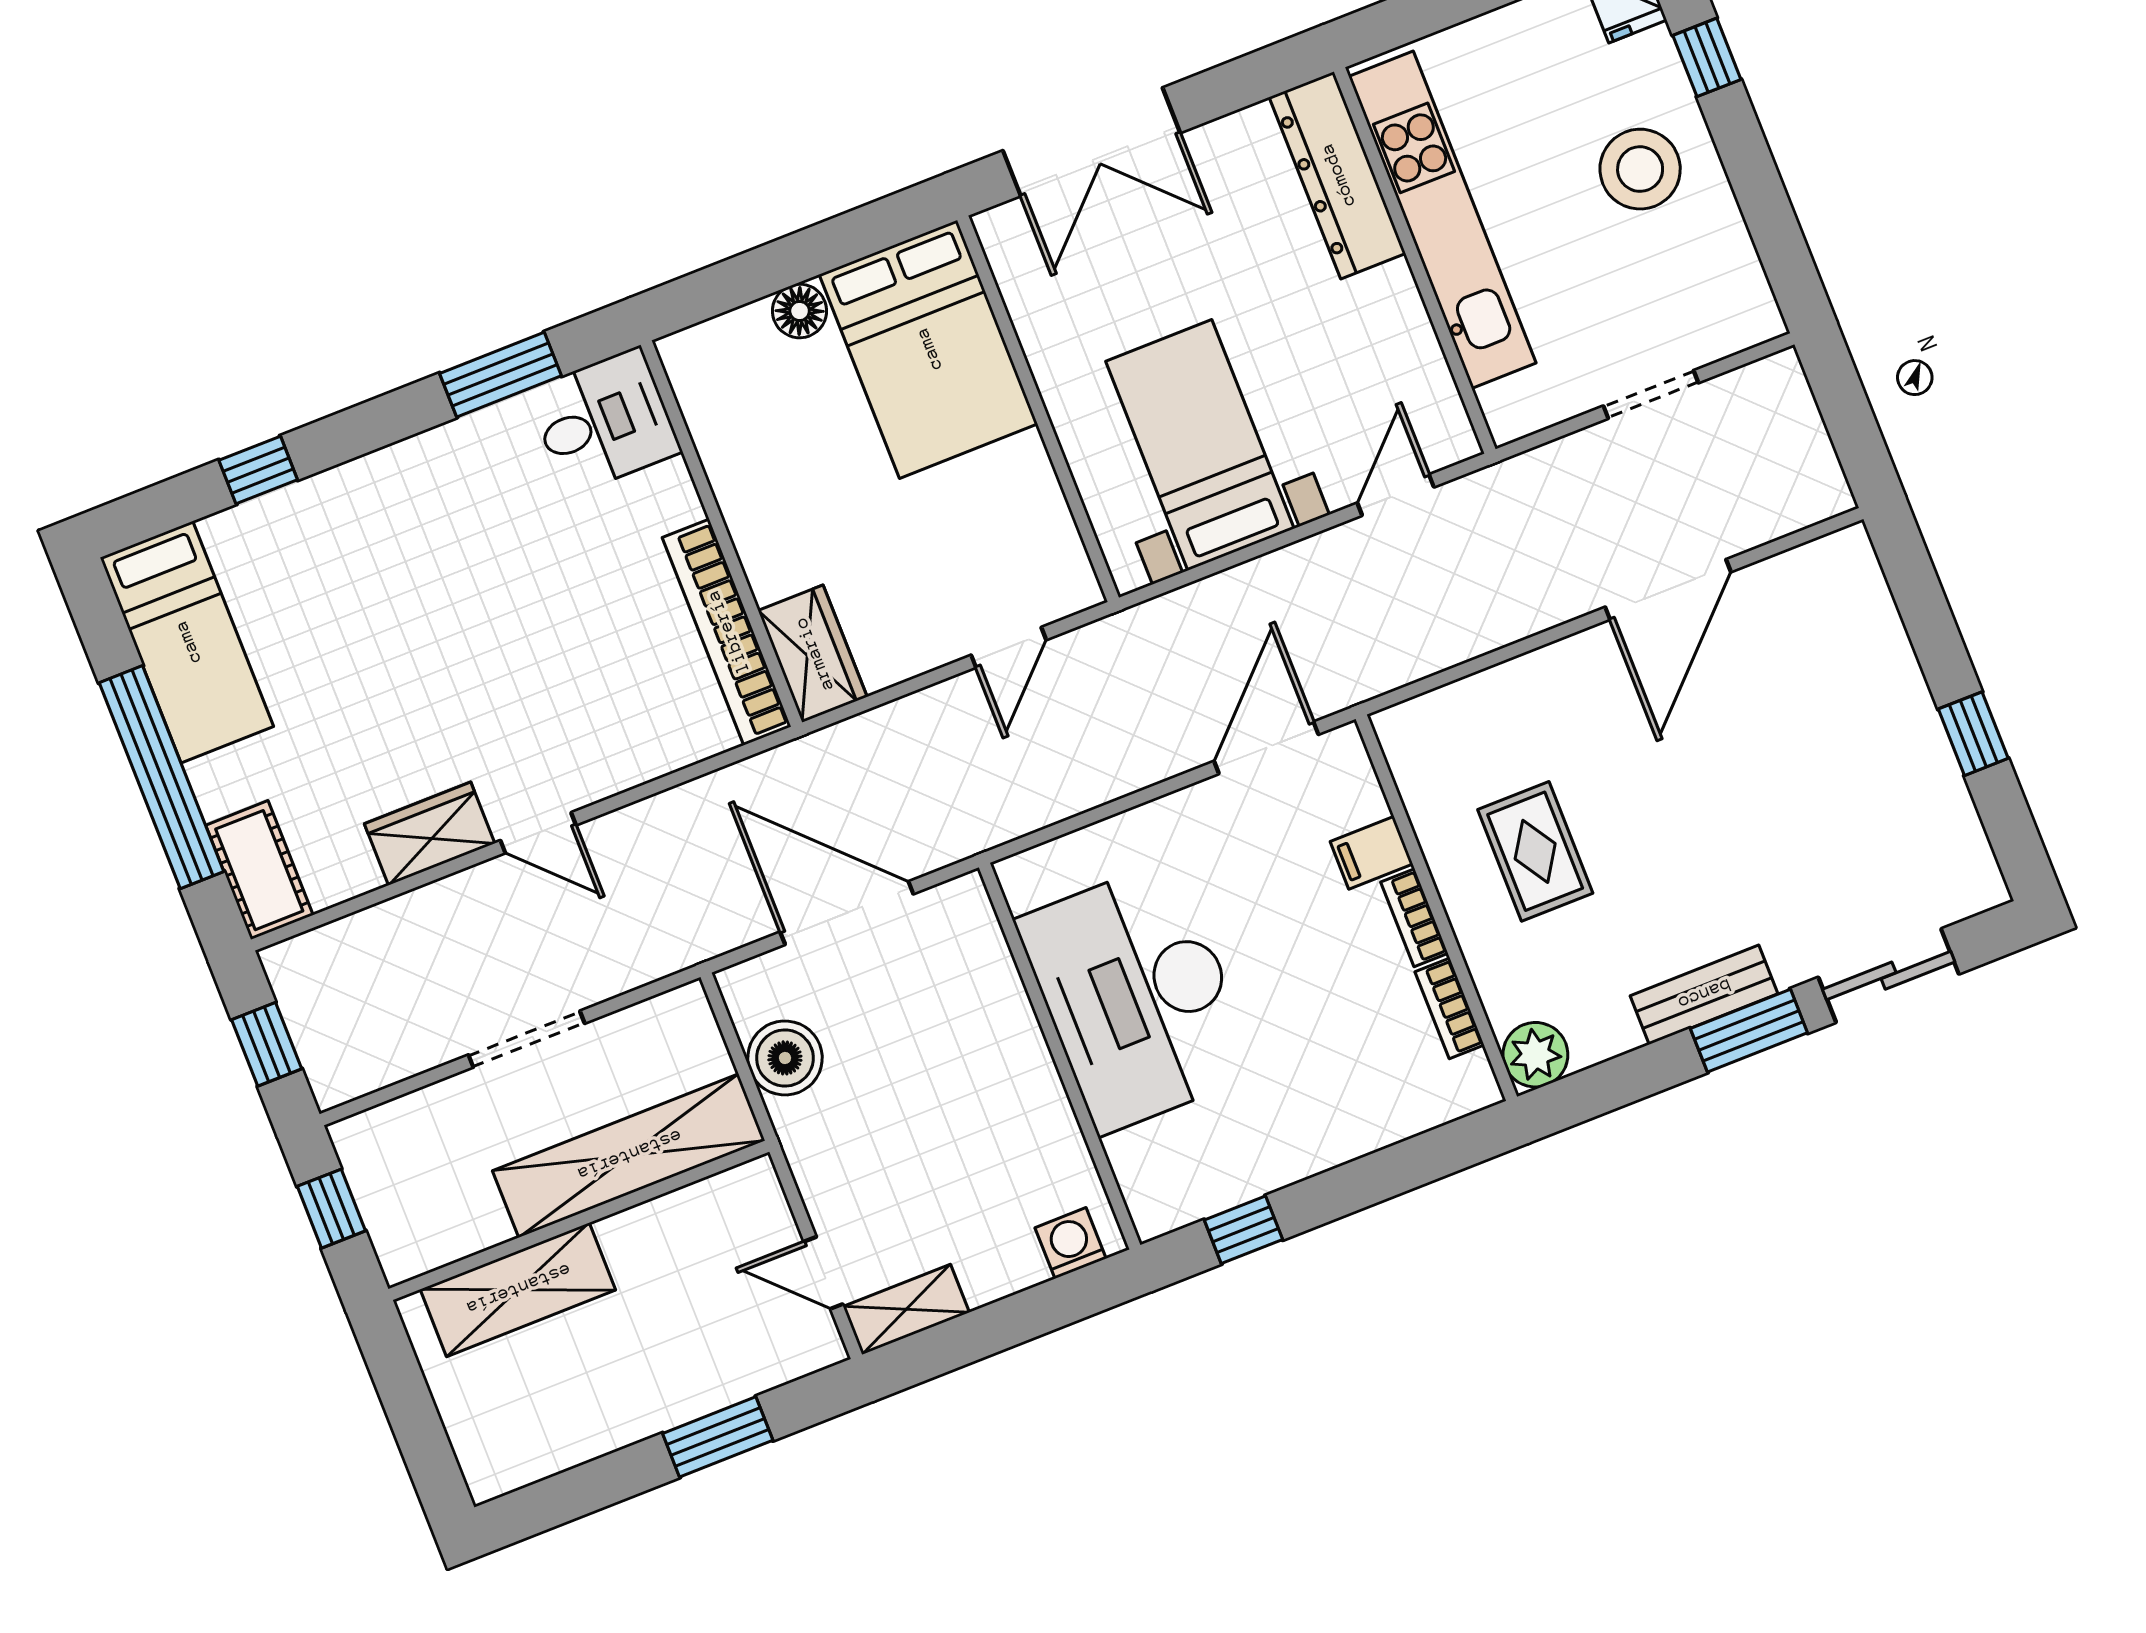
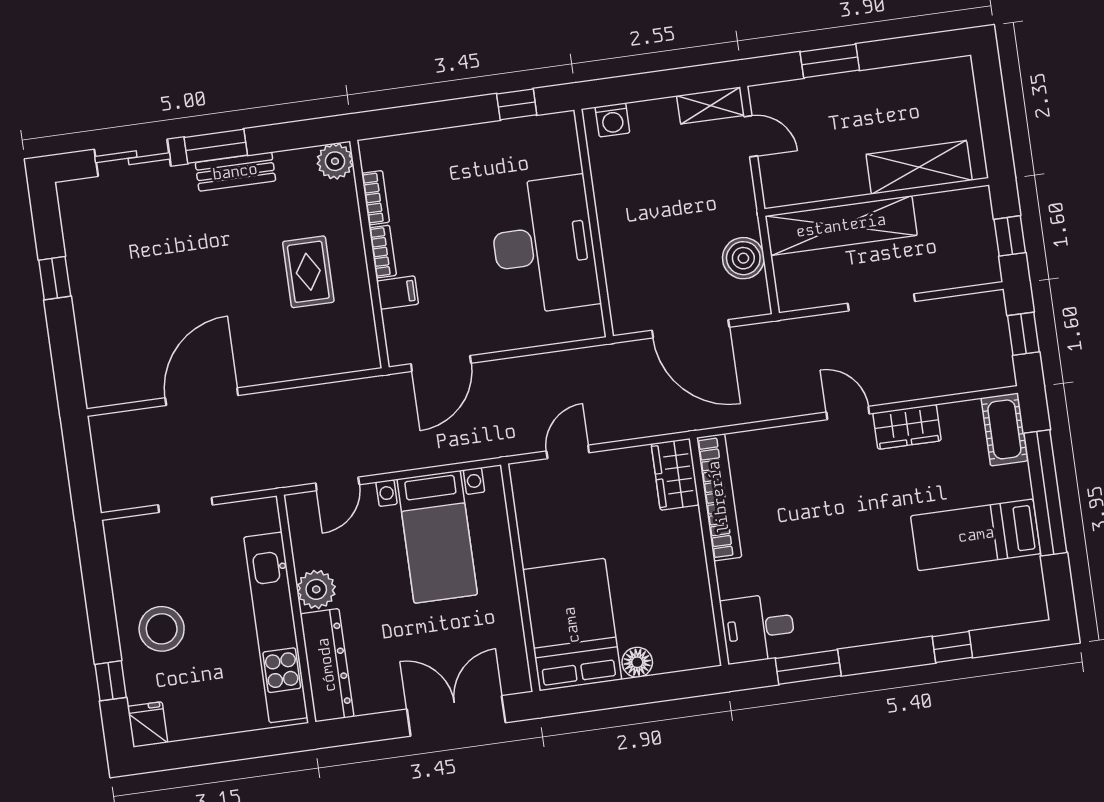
plant: (1388, 303) -> (316, 589), added
bed: (187, 642) -> (976, 535), moved, turned -90

